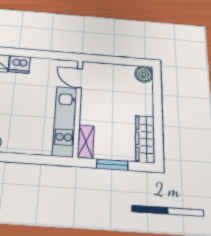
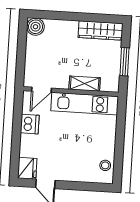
dishwasher: (20, 64) -> (30, 124), moved
shelving: (86, 142) -> (85, 84), moved

